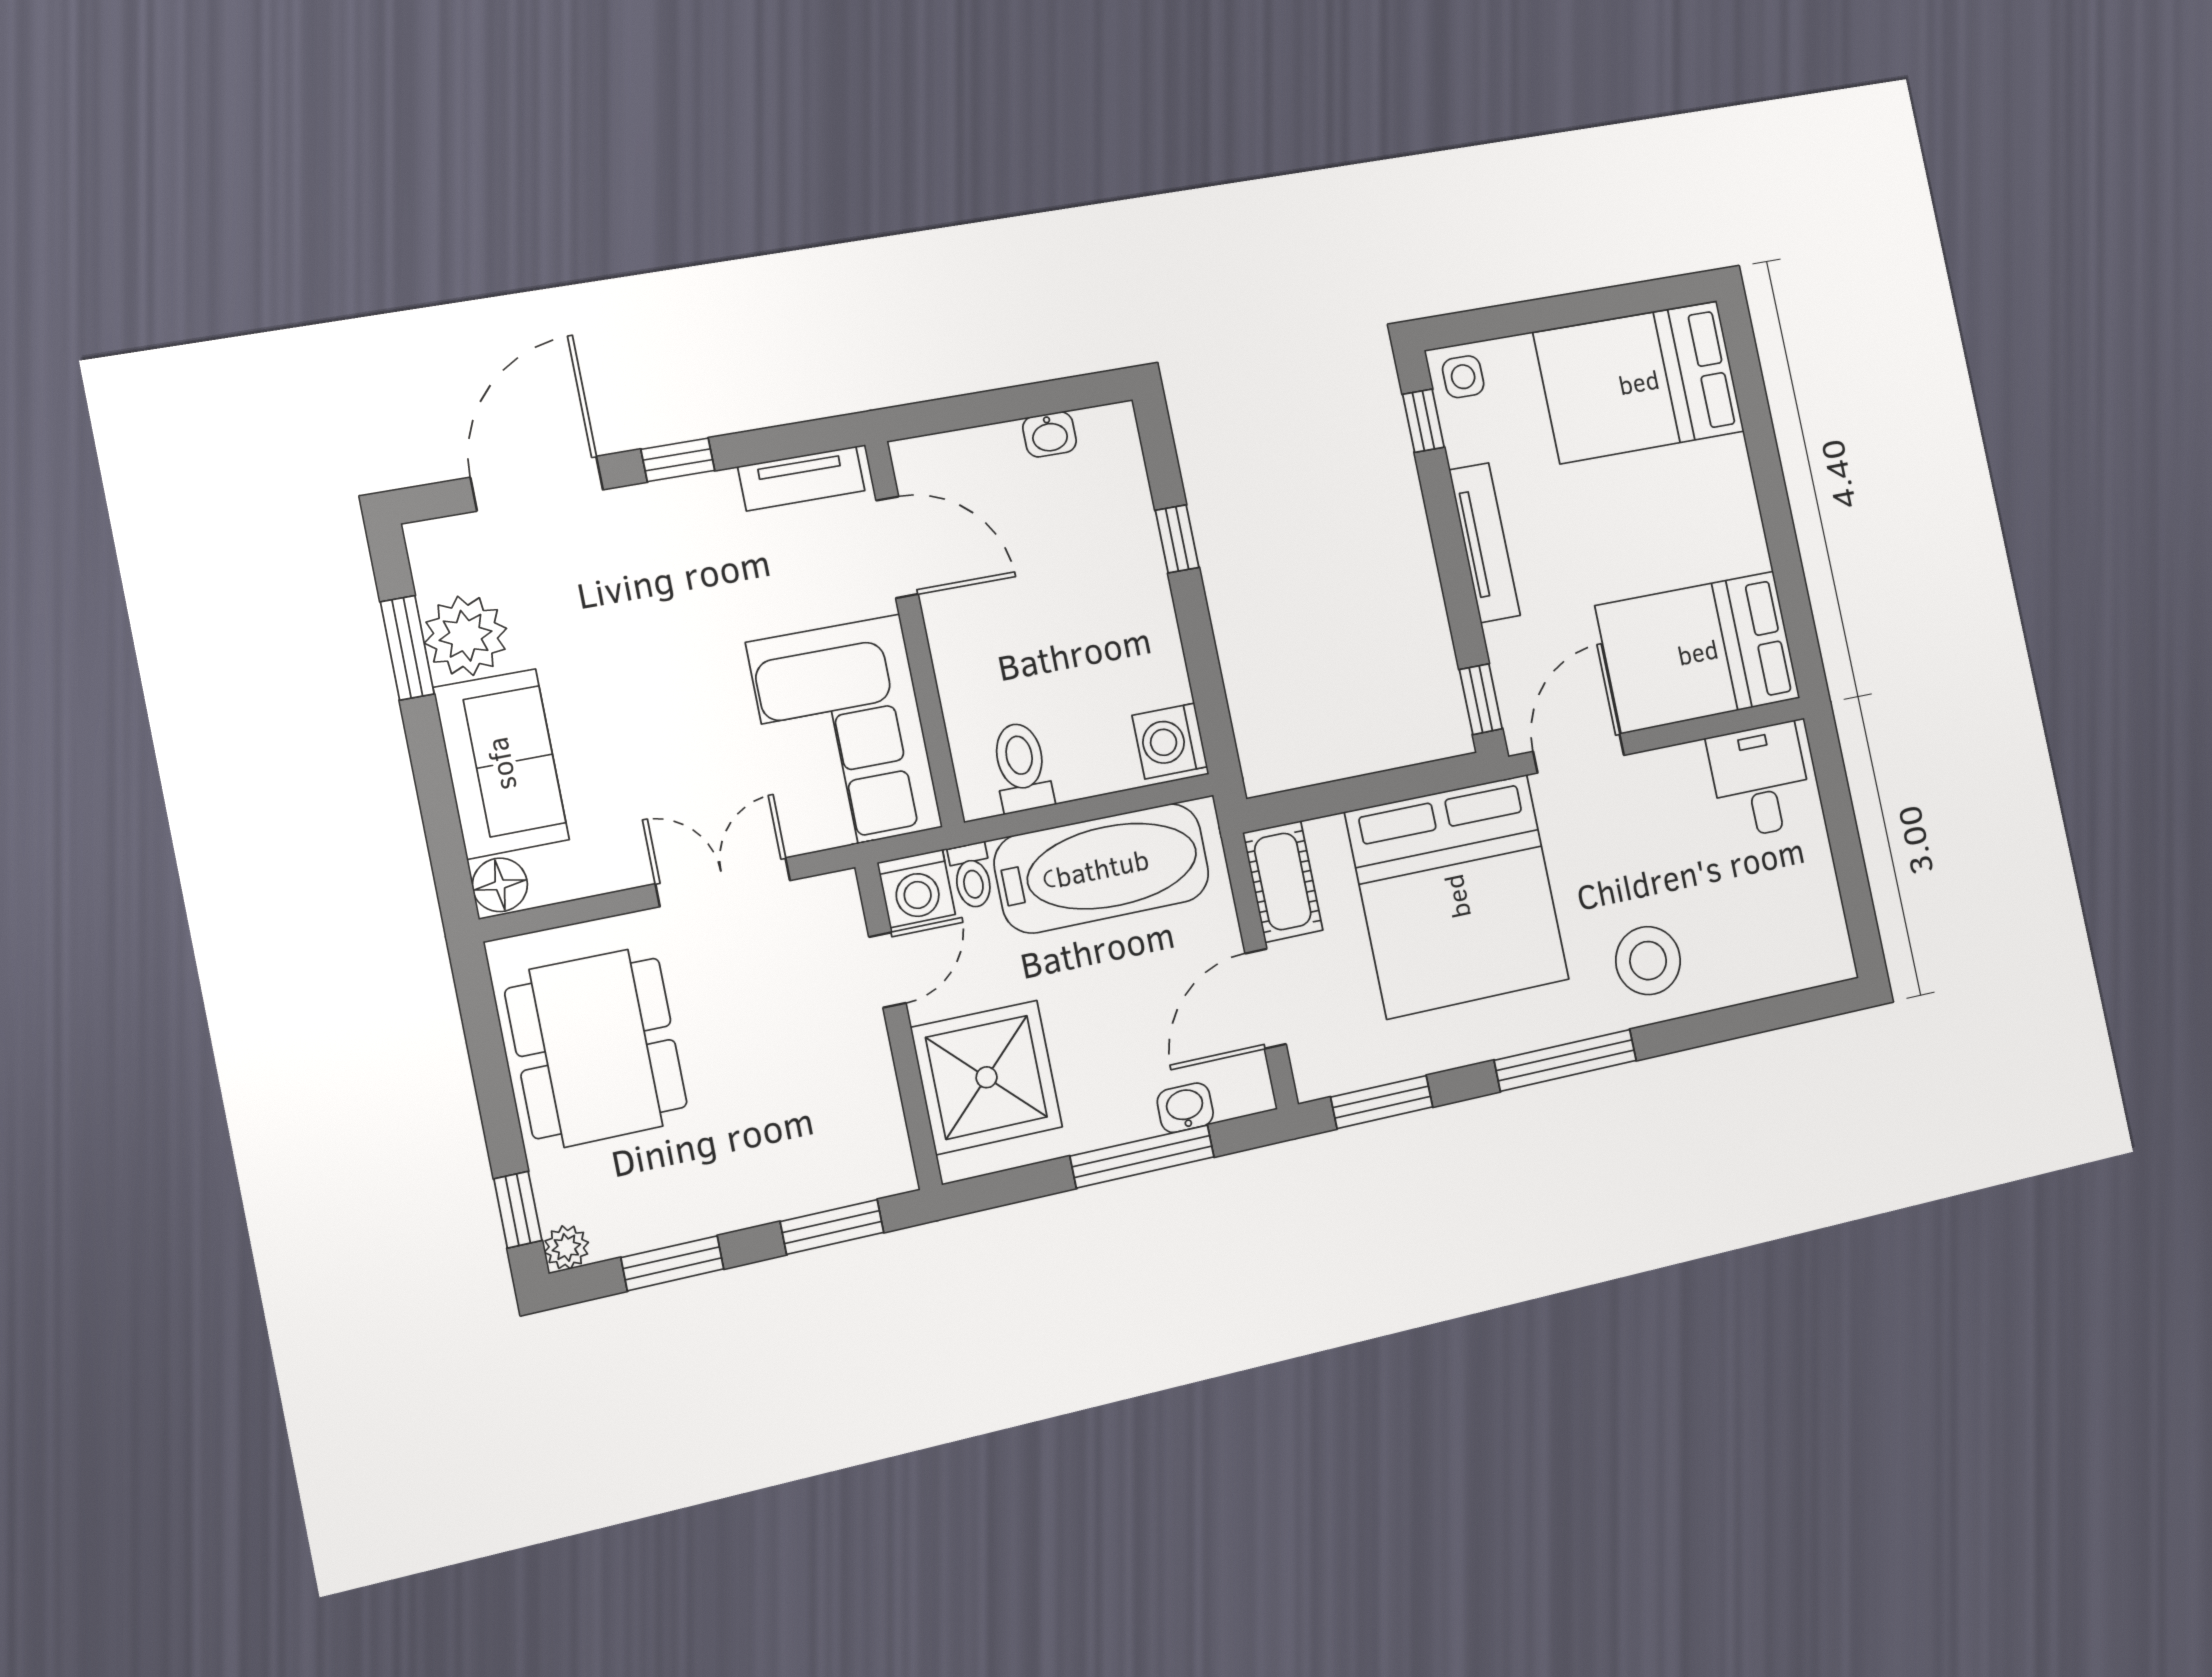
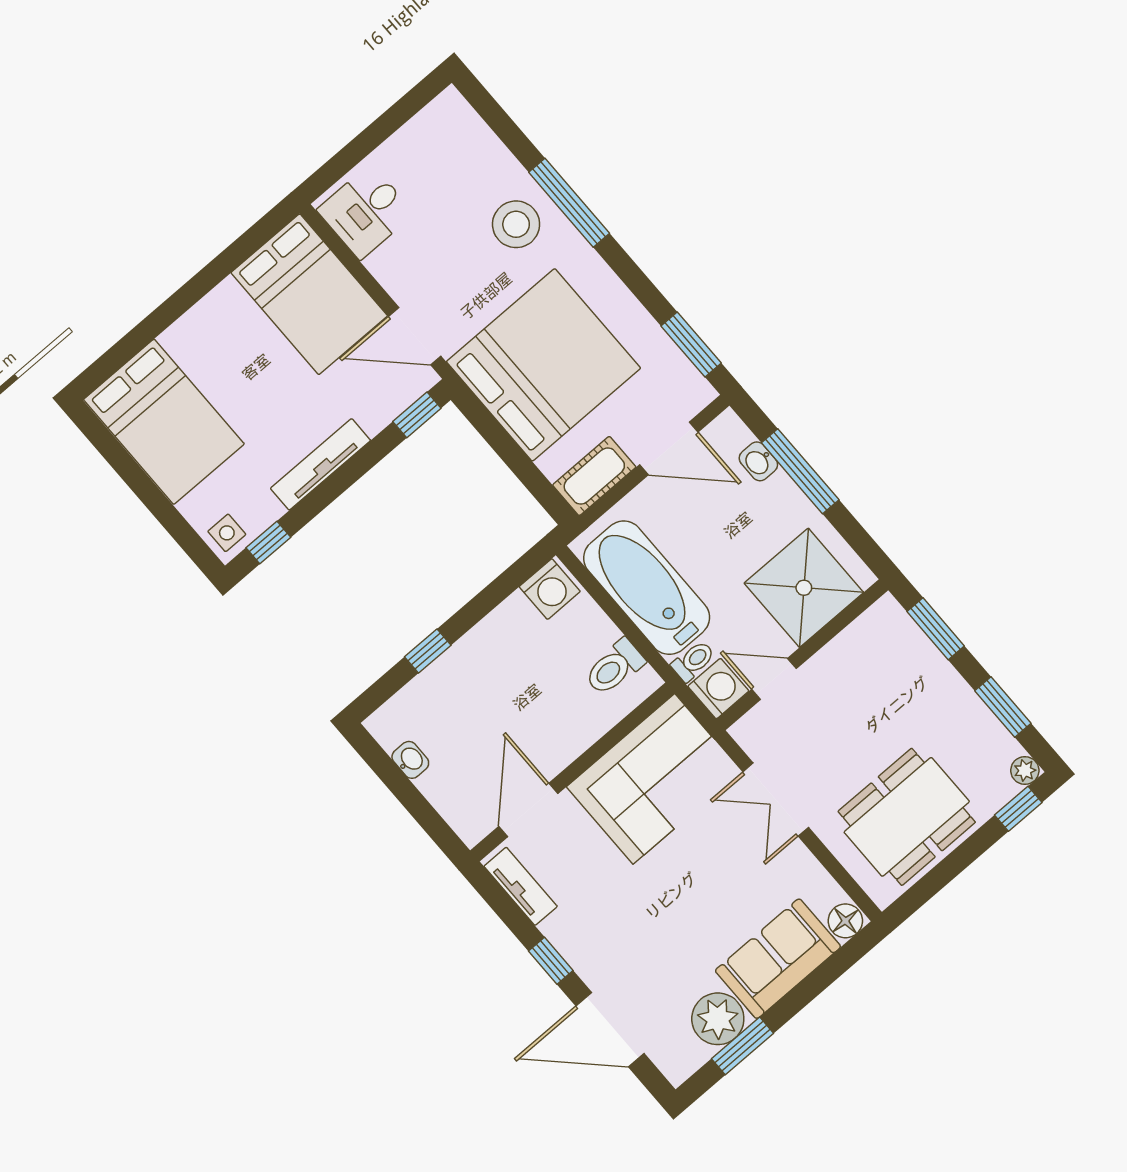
window: (1565, 1060) -> (569, 203), moved

